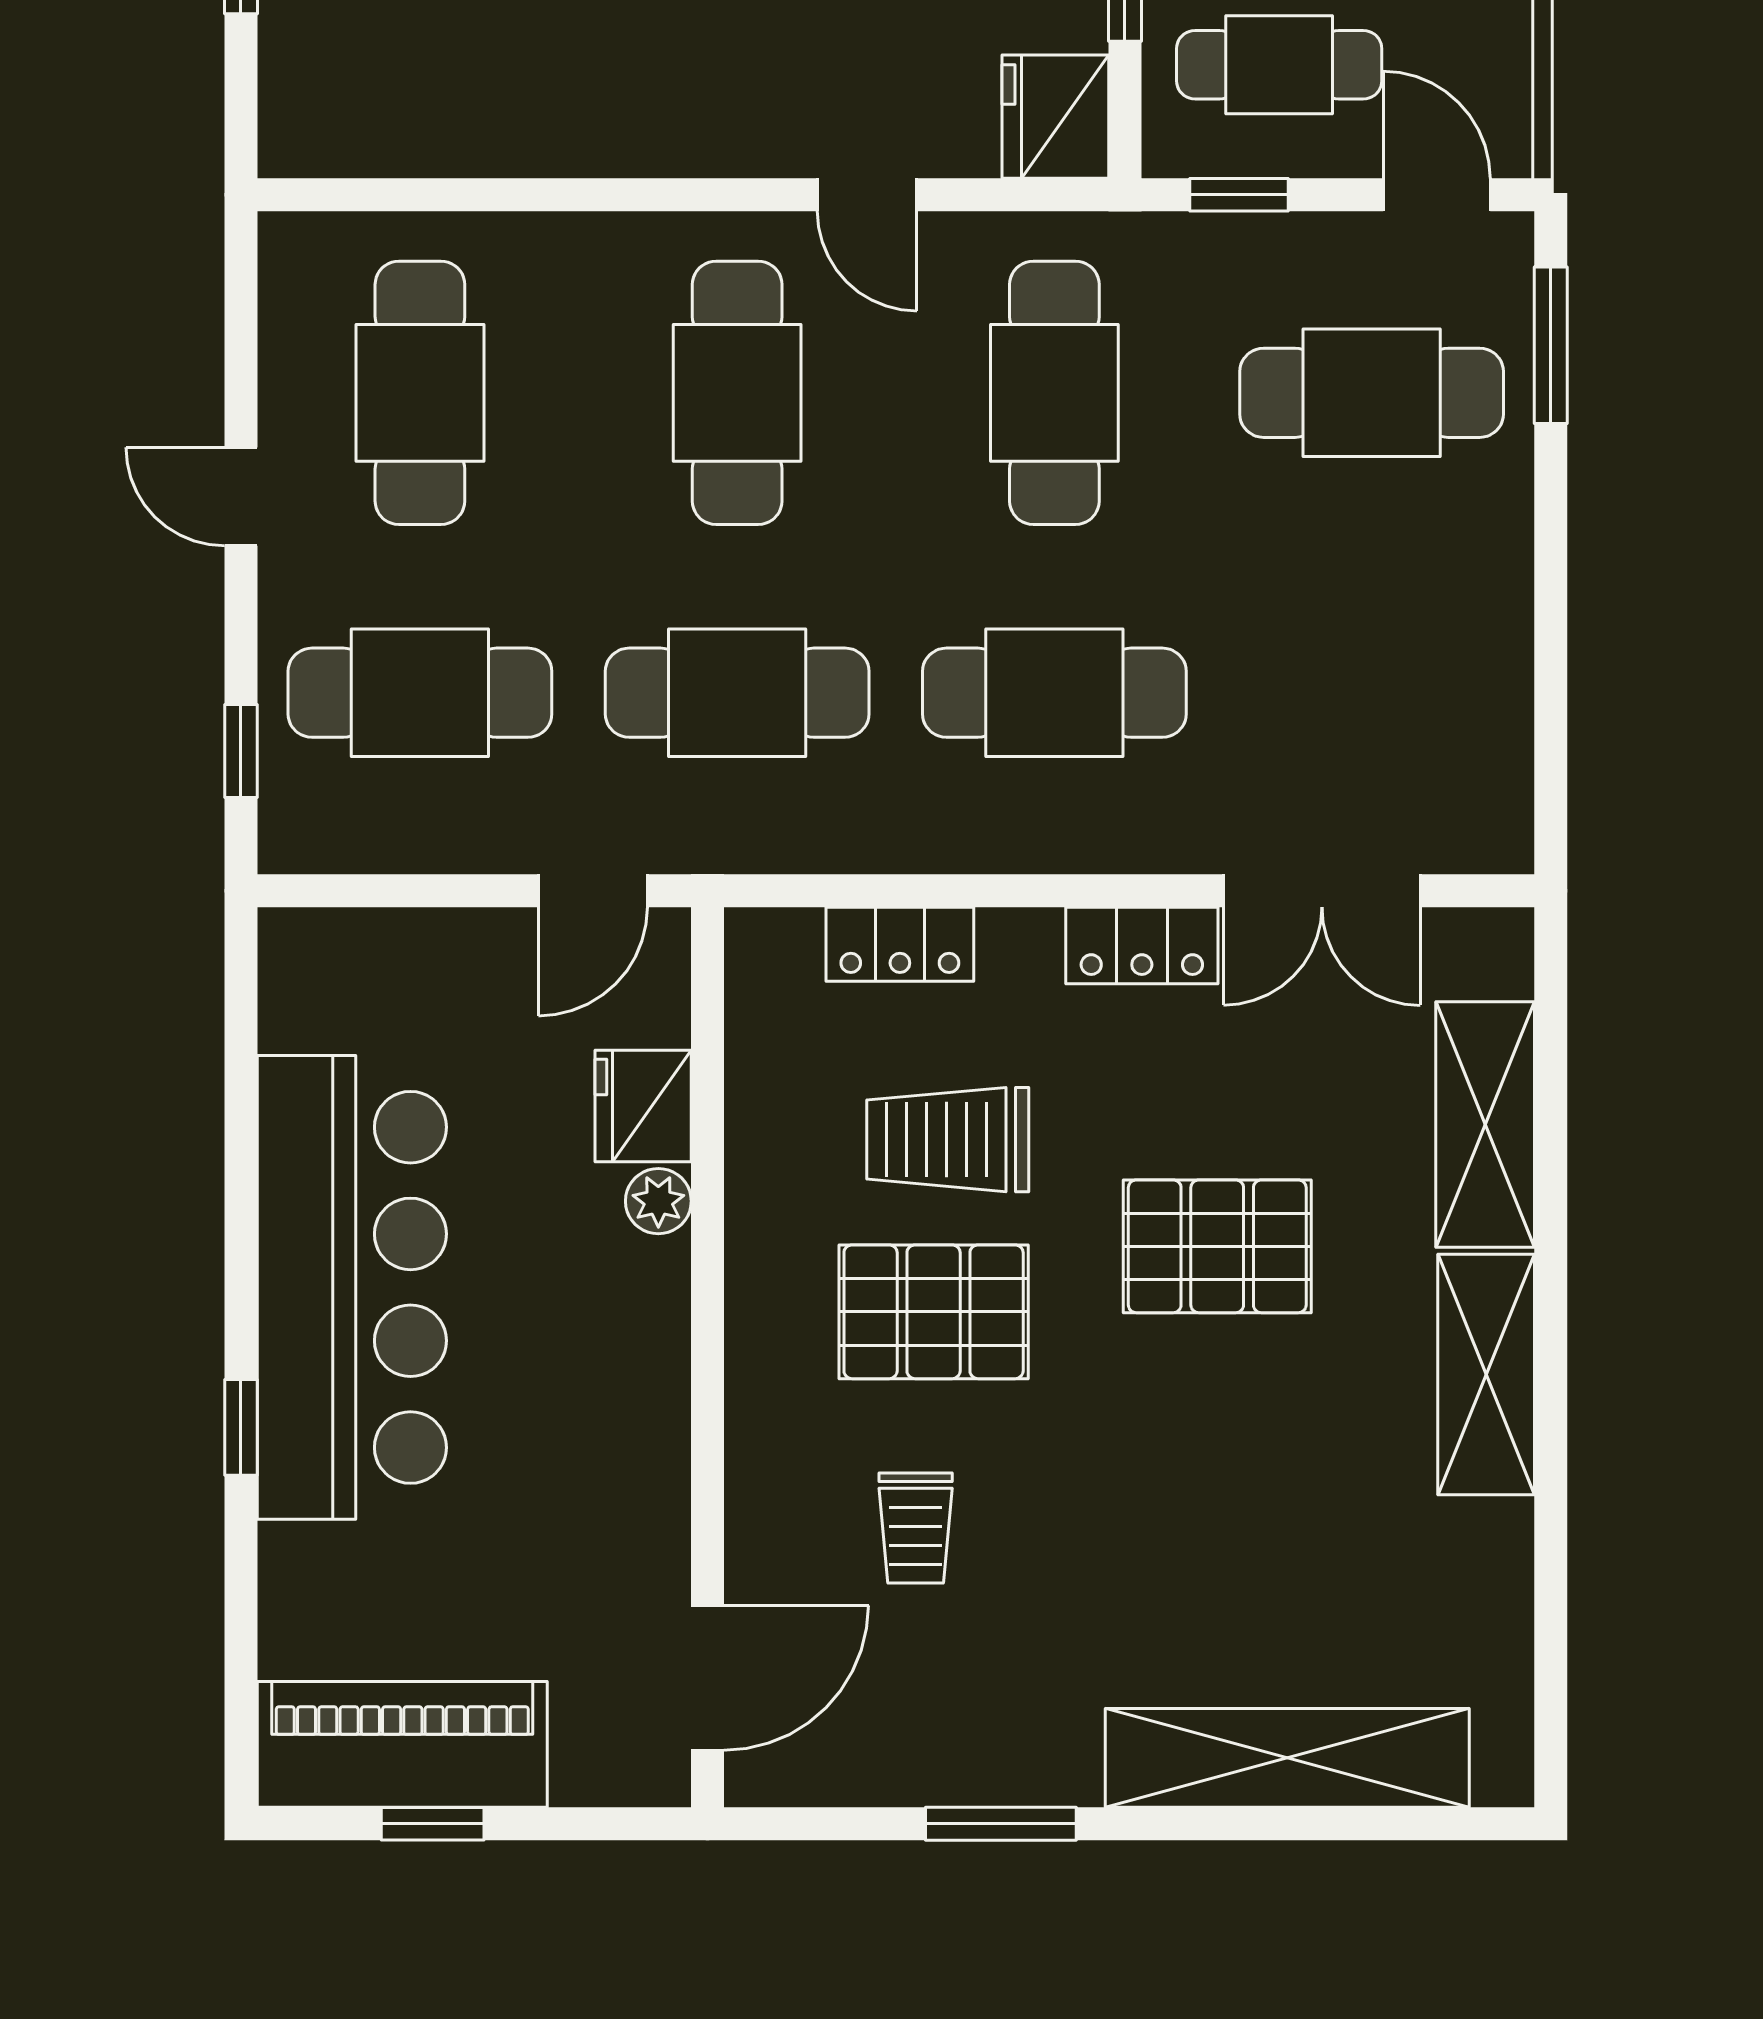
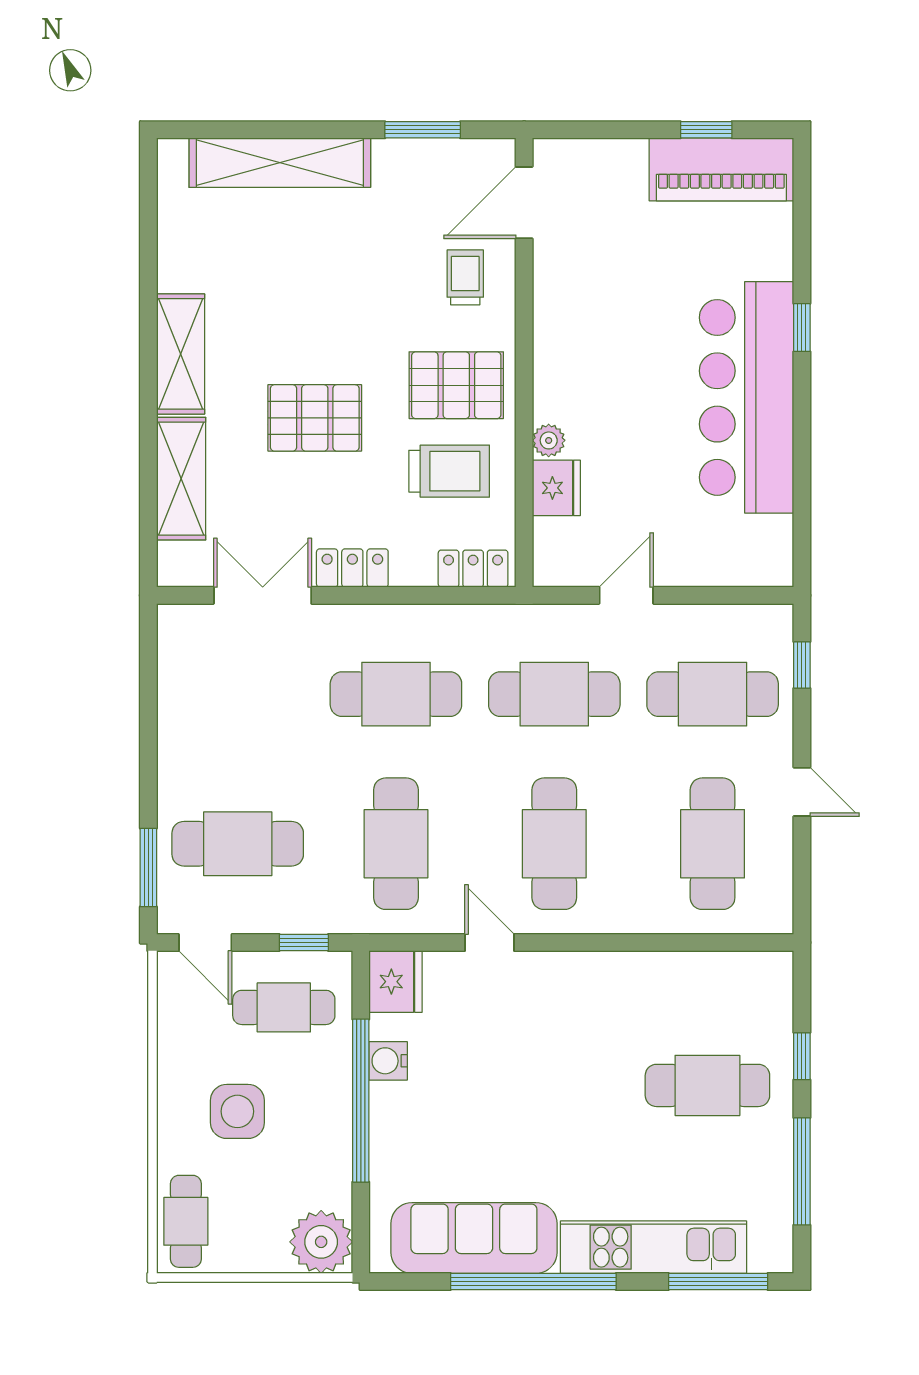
fridge: (643, 1106) -> (556, 488), moved
plant: (658, 1201) -> (549, 440), moved
wall: (707, 1357) -> (524, 363), moved
door: (707, 1678) -> (524, 203), moved

